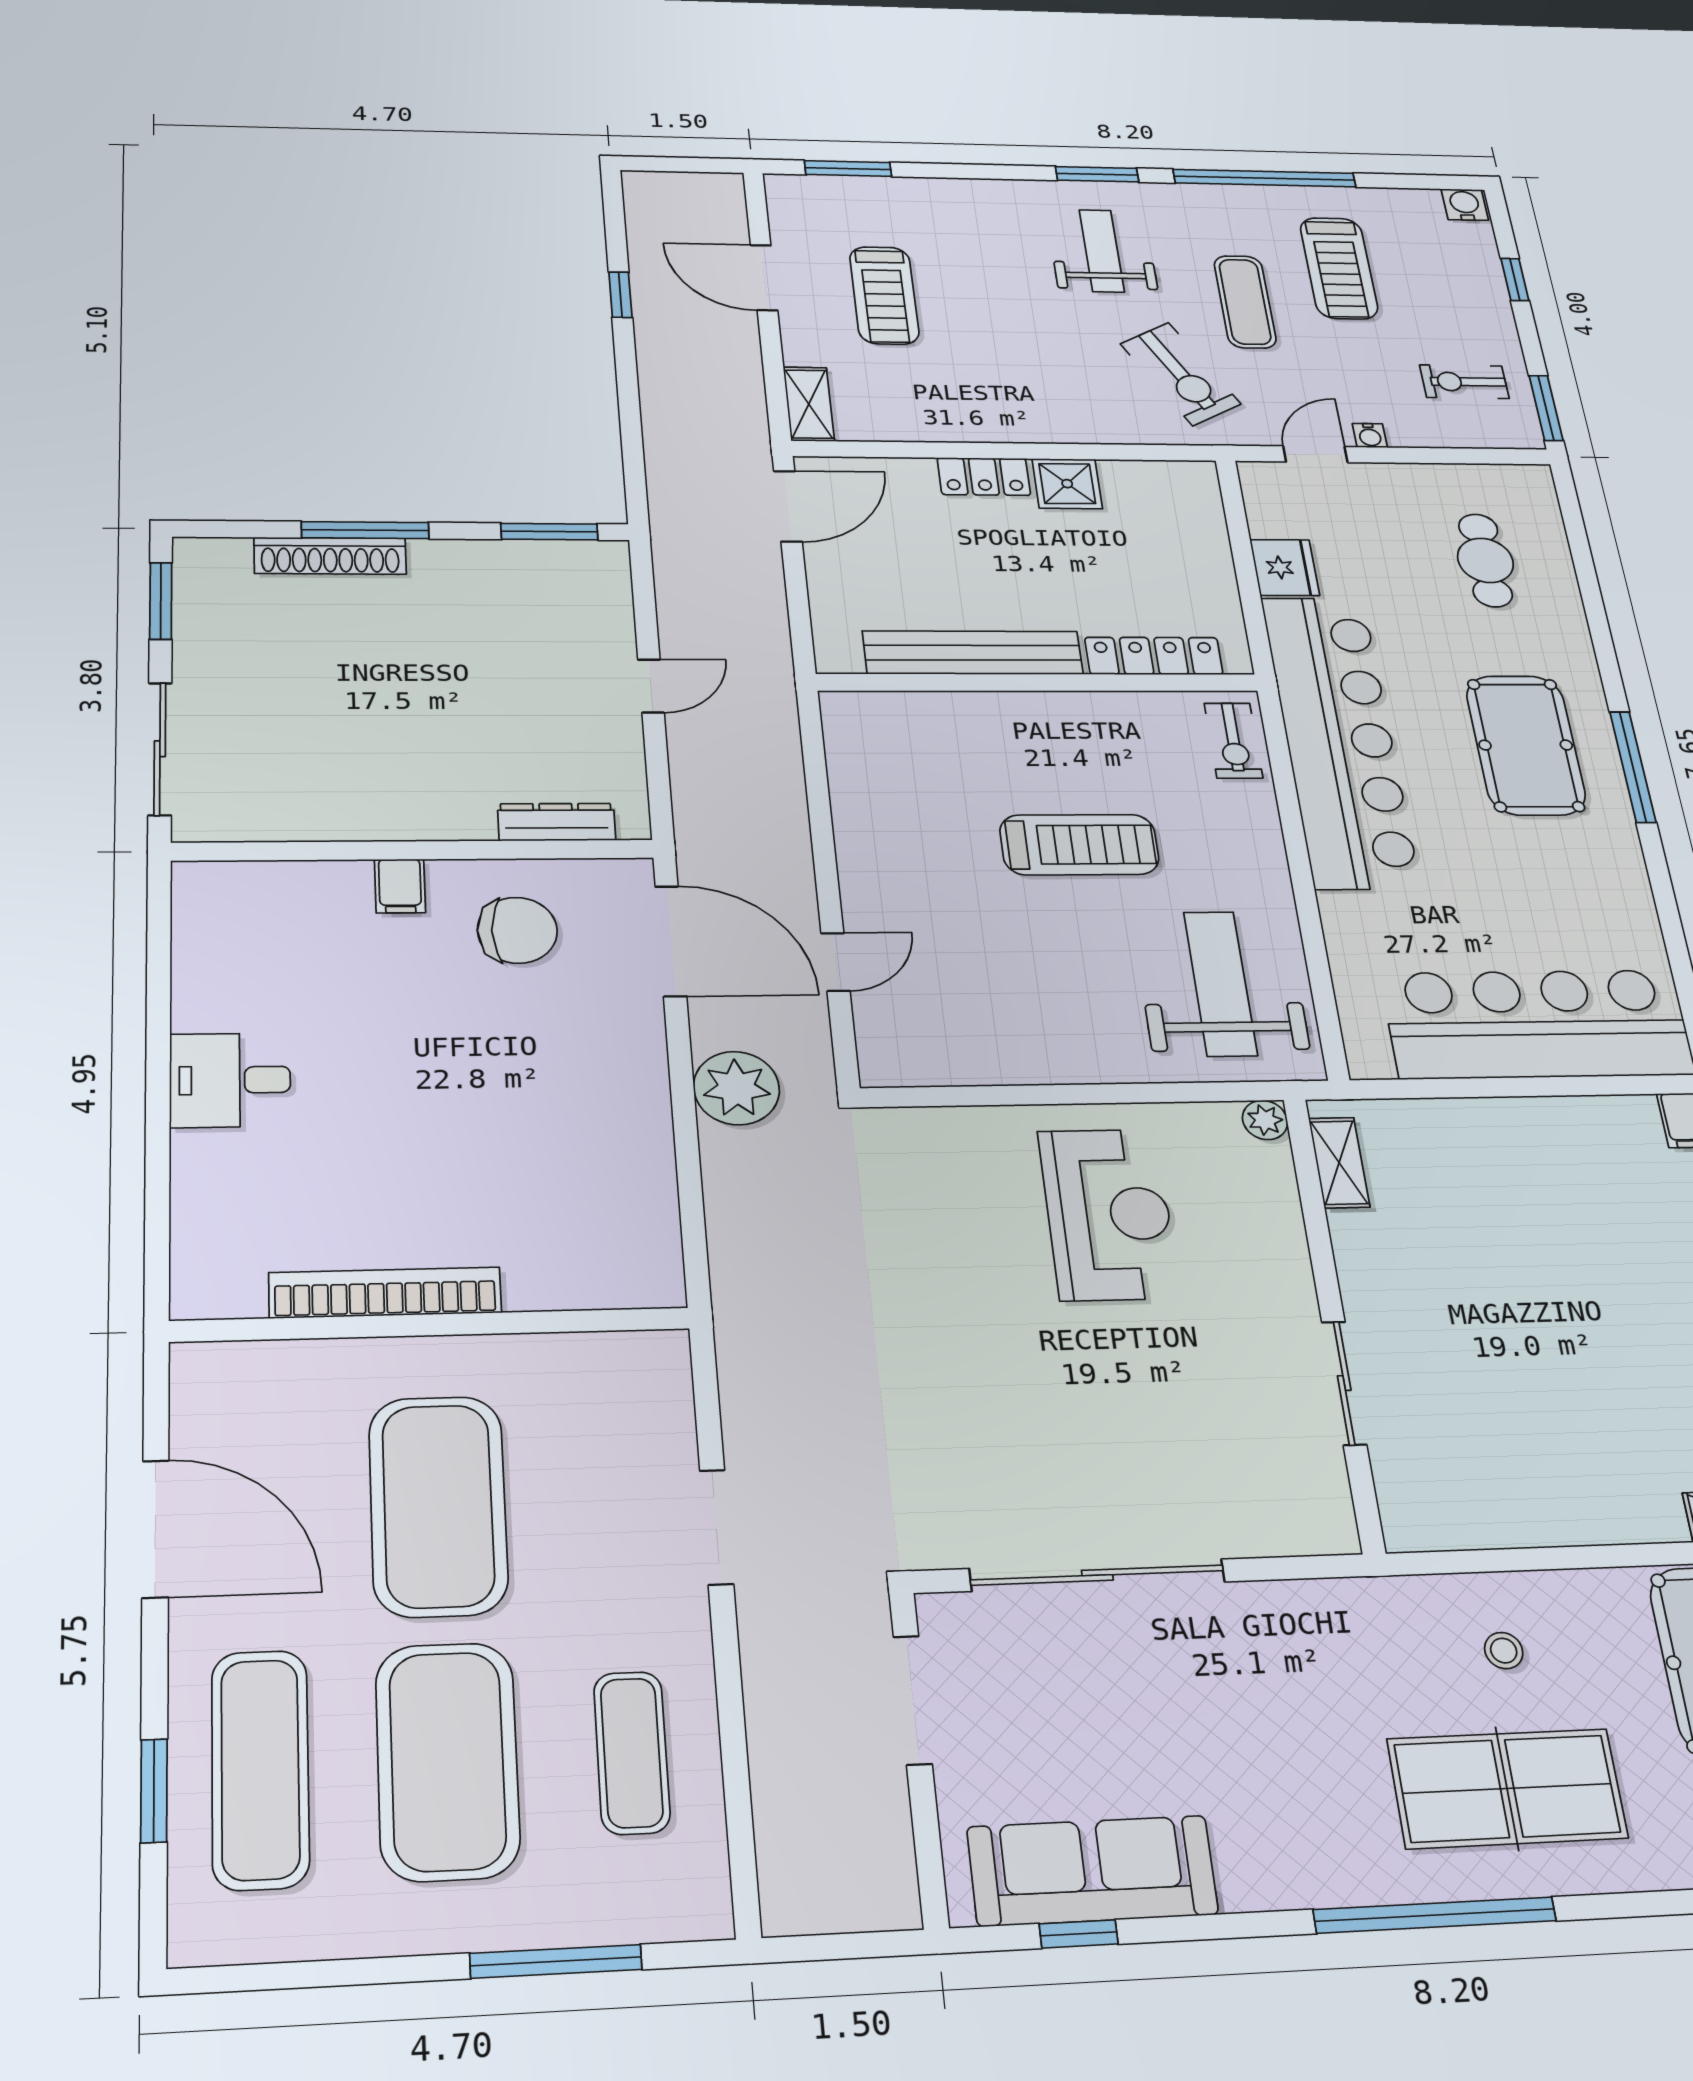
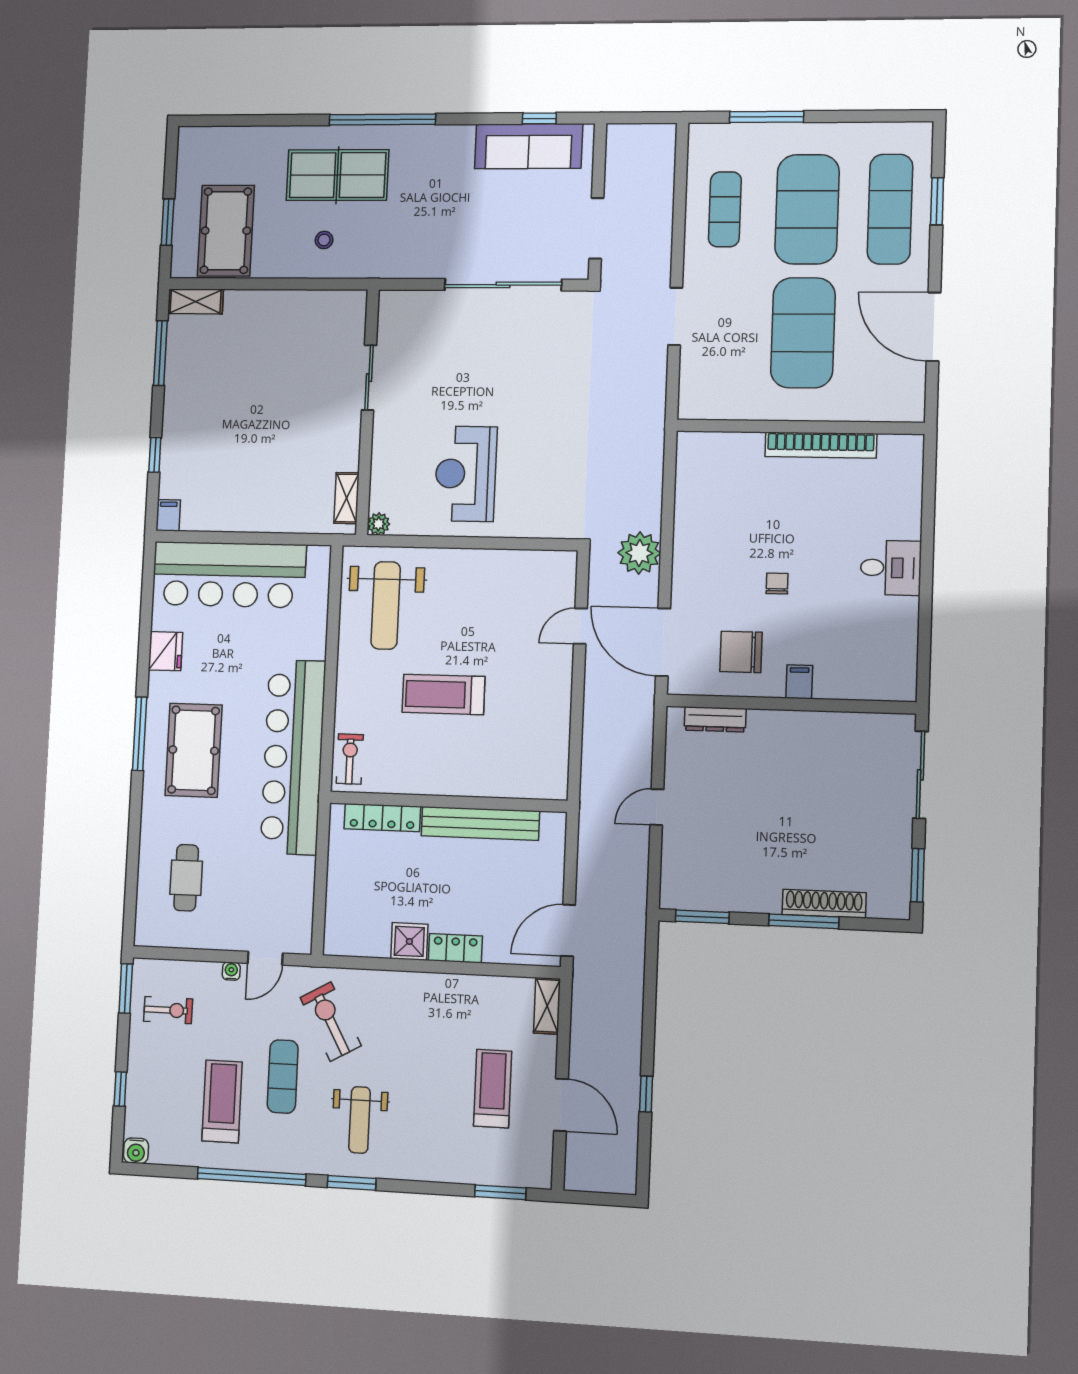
fridge: (1285, 567) -> (165, 651), moved, turned 180
chair: (456, 1046) -> (777, 584), added

